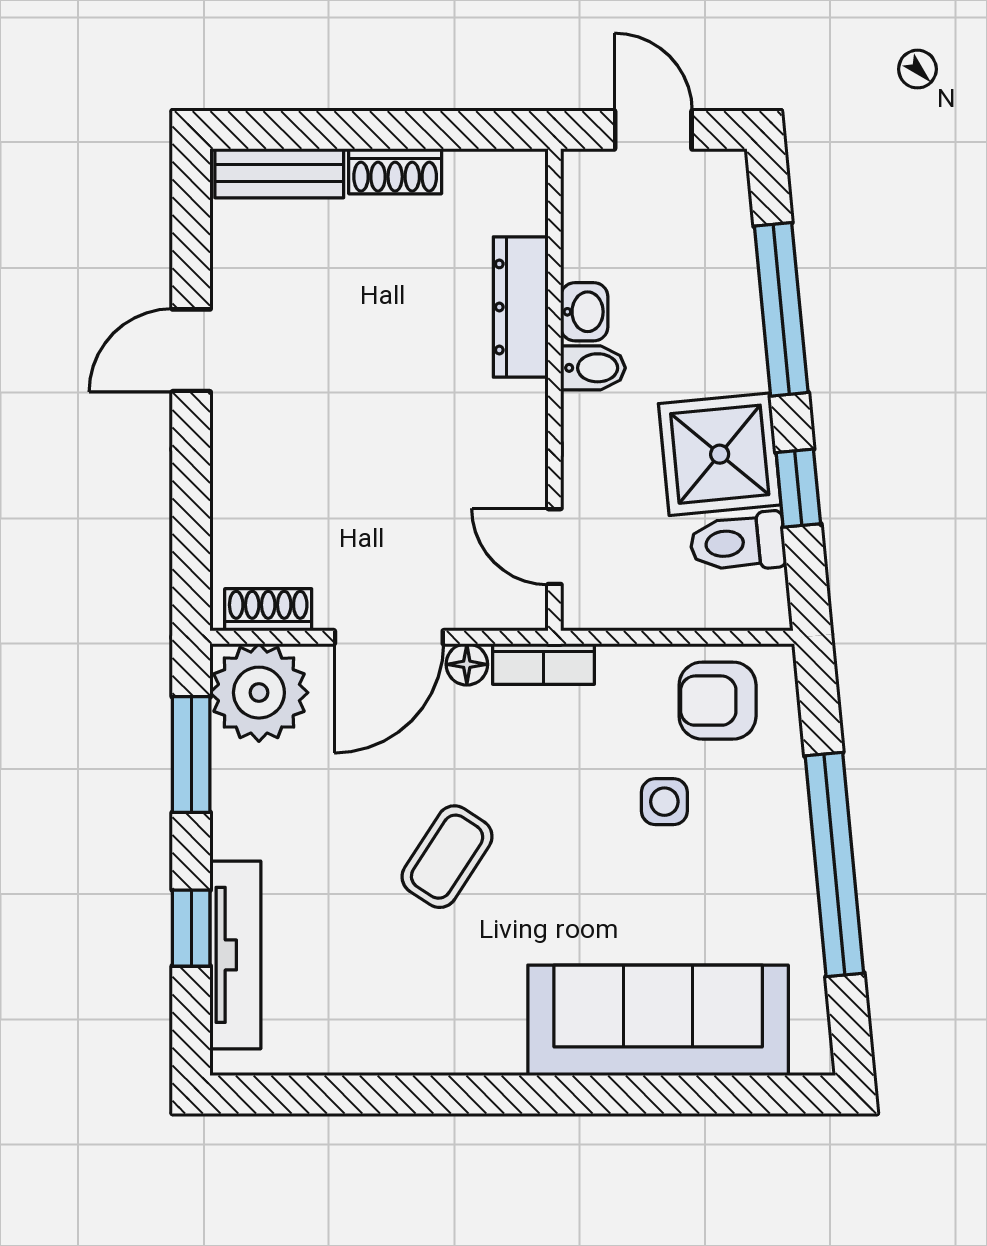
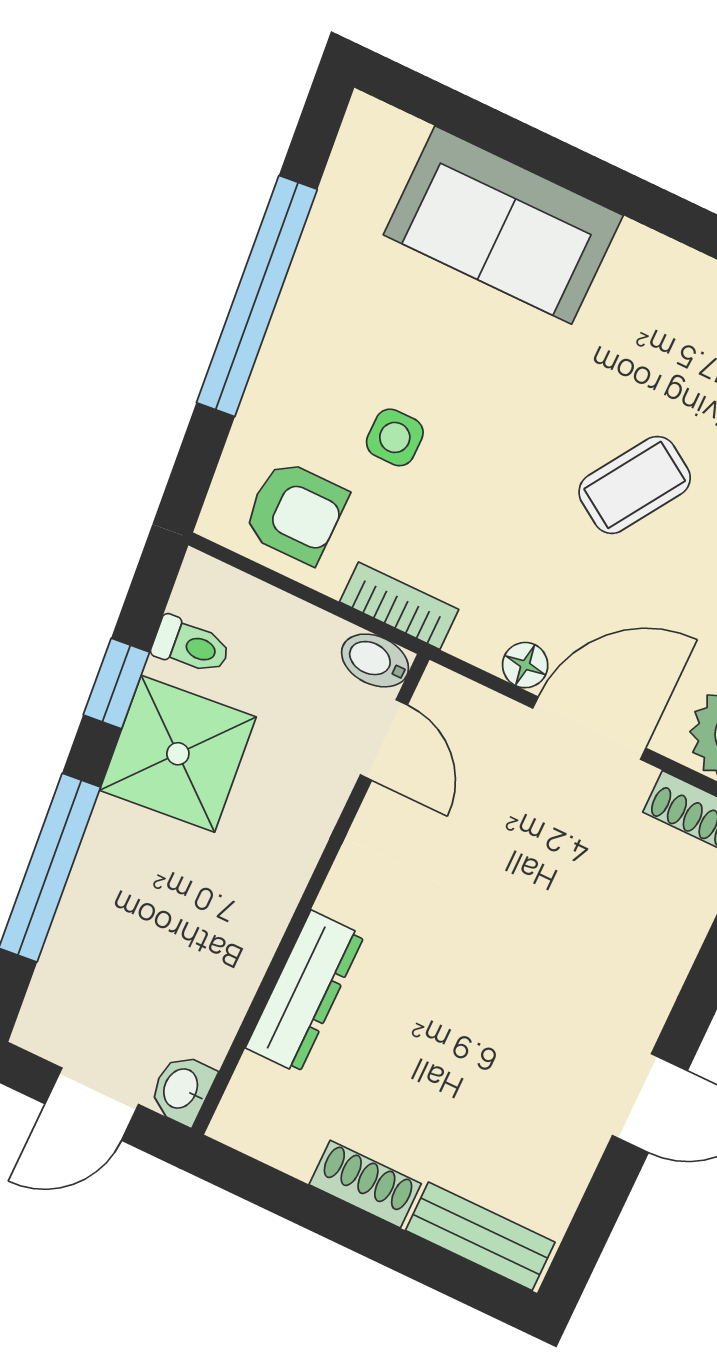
door: (653, 130) -> (92, 1104), hinge flipped
washbasin: (584, 312) -> (182, 1089), moved
bidet: (593, 368) -> (375, 660), moved
toilet: (738, 543) -> (191, 646), width x0.73, depth x0.72
bookcase: (544, 664) -> (399, 606), moved
sofa: (658, 1020) -> (503, 225), width x0.73

